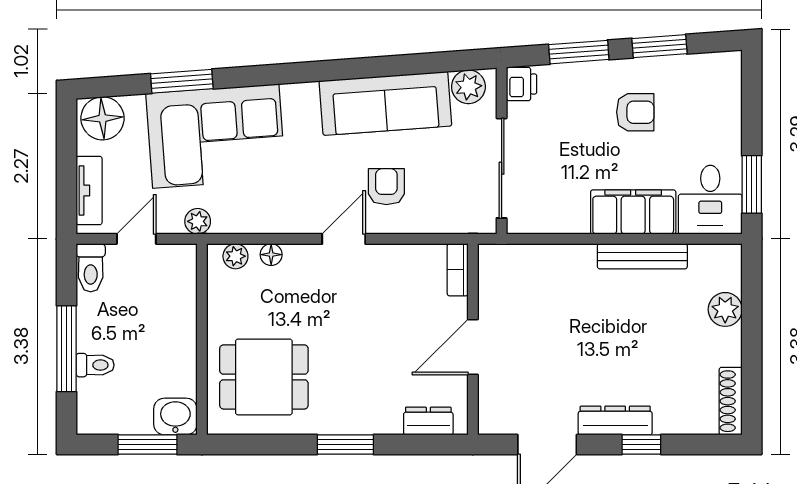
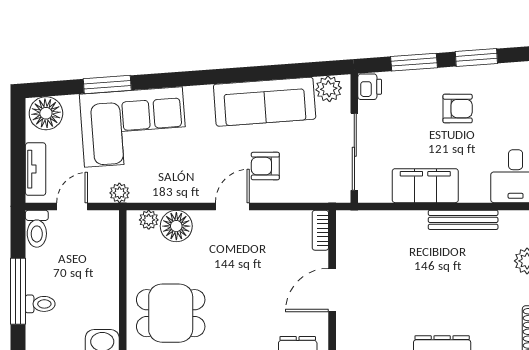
armchair: (386, 187) -> (265, 166), turned -90
filing cabinet: (633, 212) -> (425, 186), moved
floor lamp: (271, 255) -> (176, 226), width x1.89, depth x1.89

